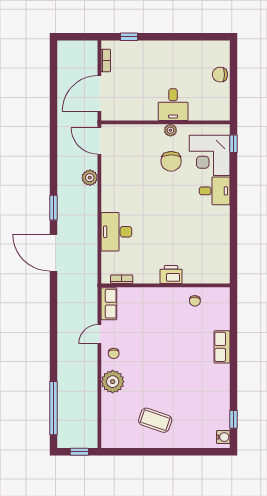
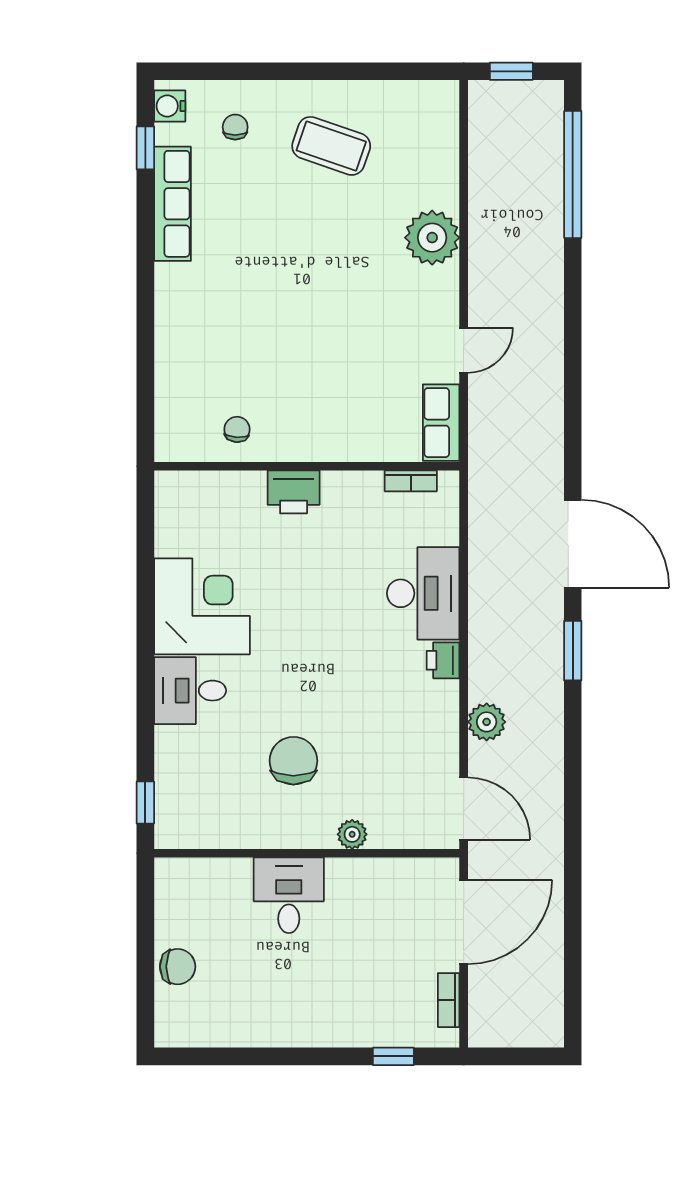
plant: (170, 130) -> (352, 834), moved
corner desk: (210, 155) -> (202, 606), moved
printer: (108, 204) -> (443, 660), added
row of seats: (222, 347) -> (173, 204), moved, width x1.48
chair: (114, 353) -> (235, 127), moved

